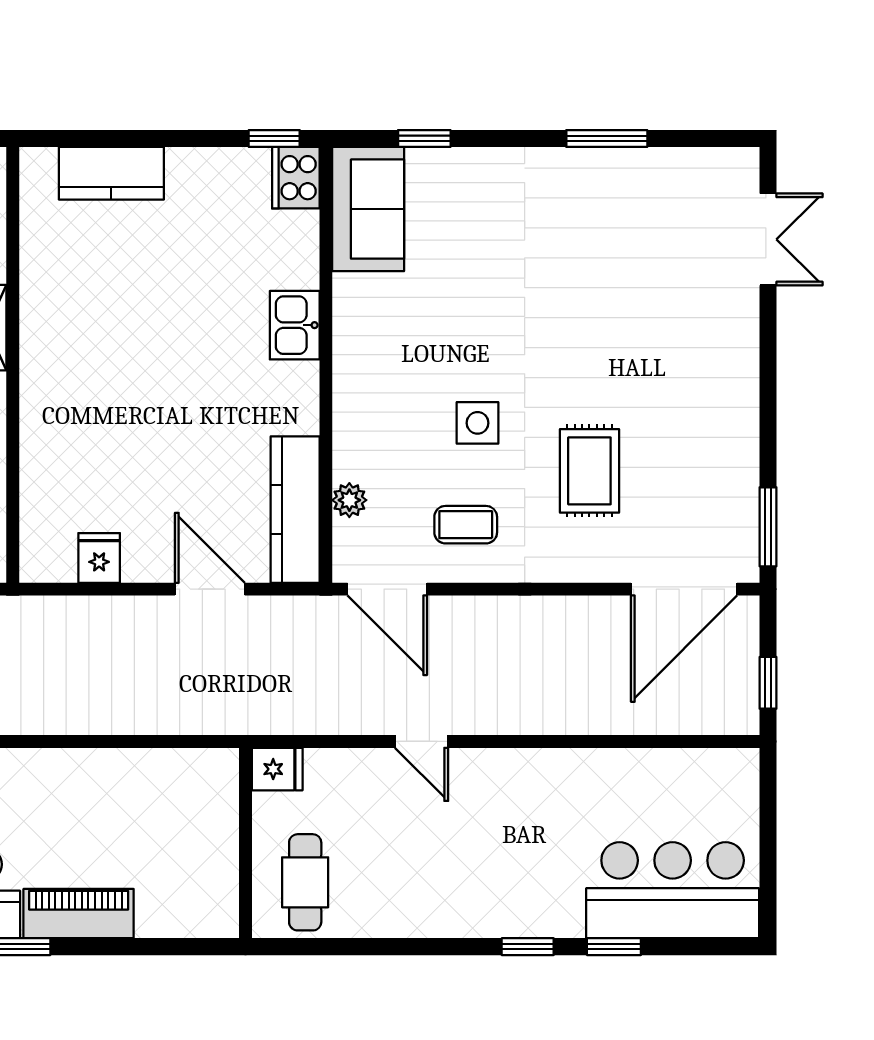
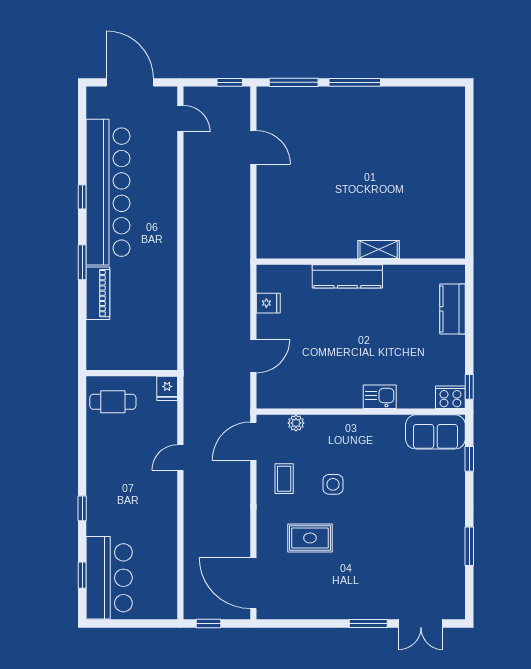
kitchen counter: (295, 510) -> (347, 276), moved, turned 180
window: (768, 527) -> (368, 624), moved
window: (614, 947) -> (82, 575), moved

